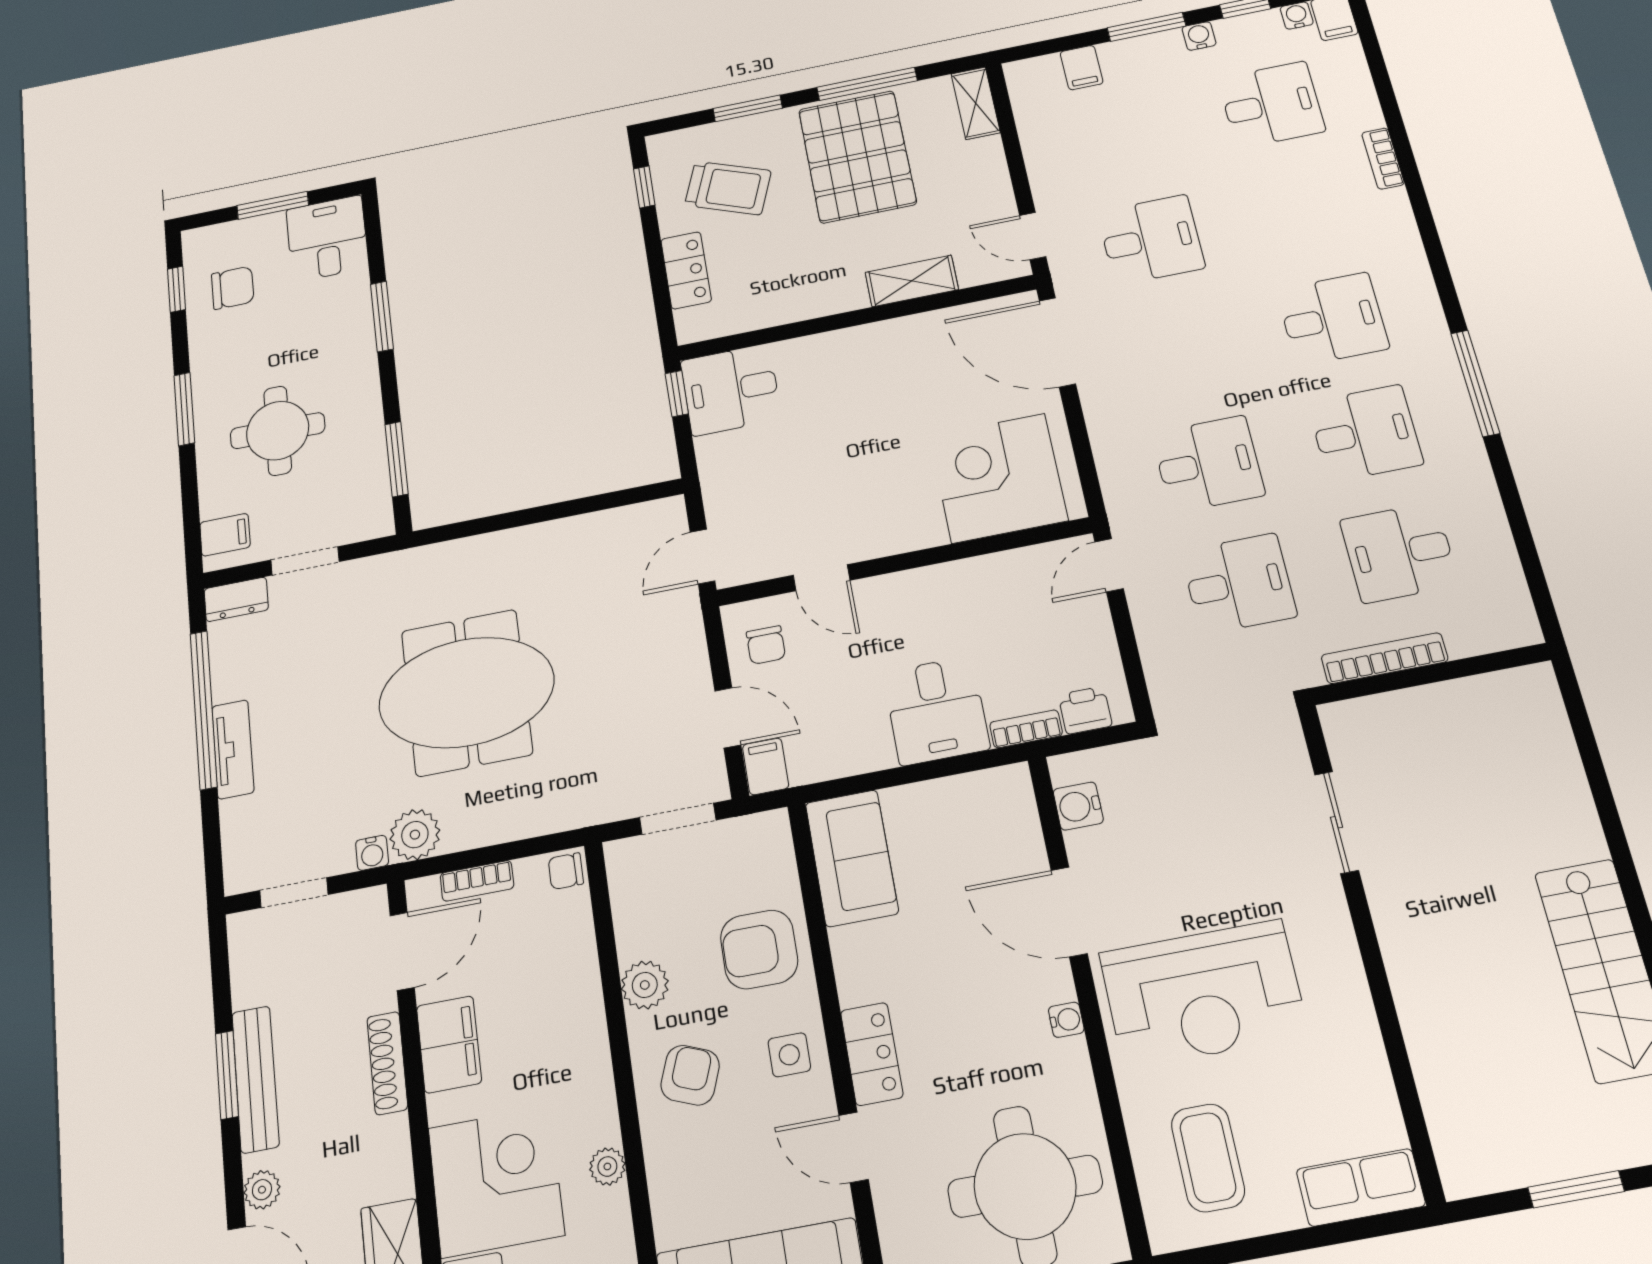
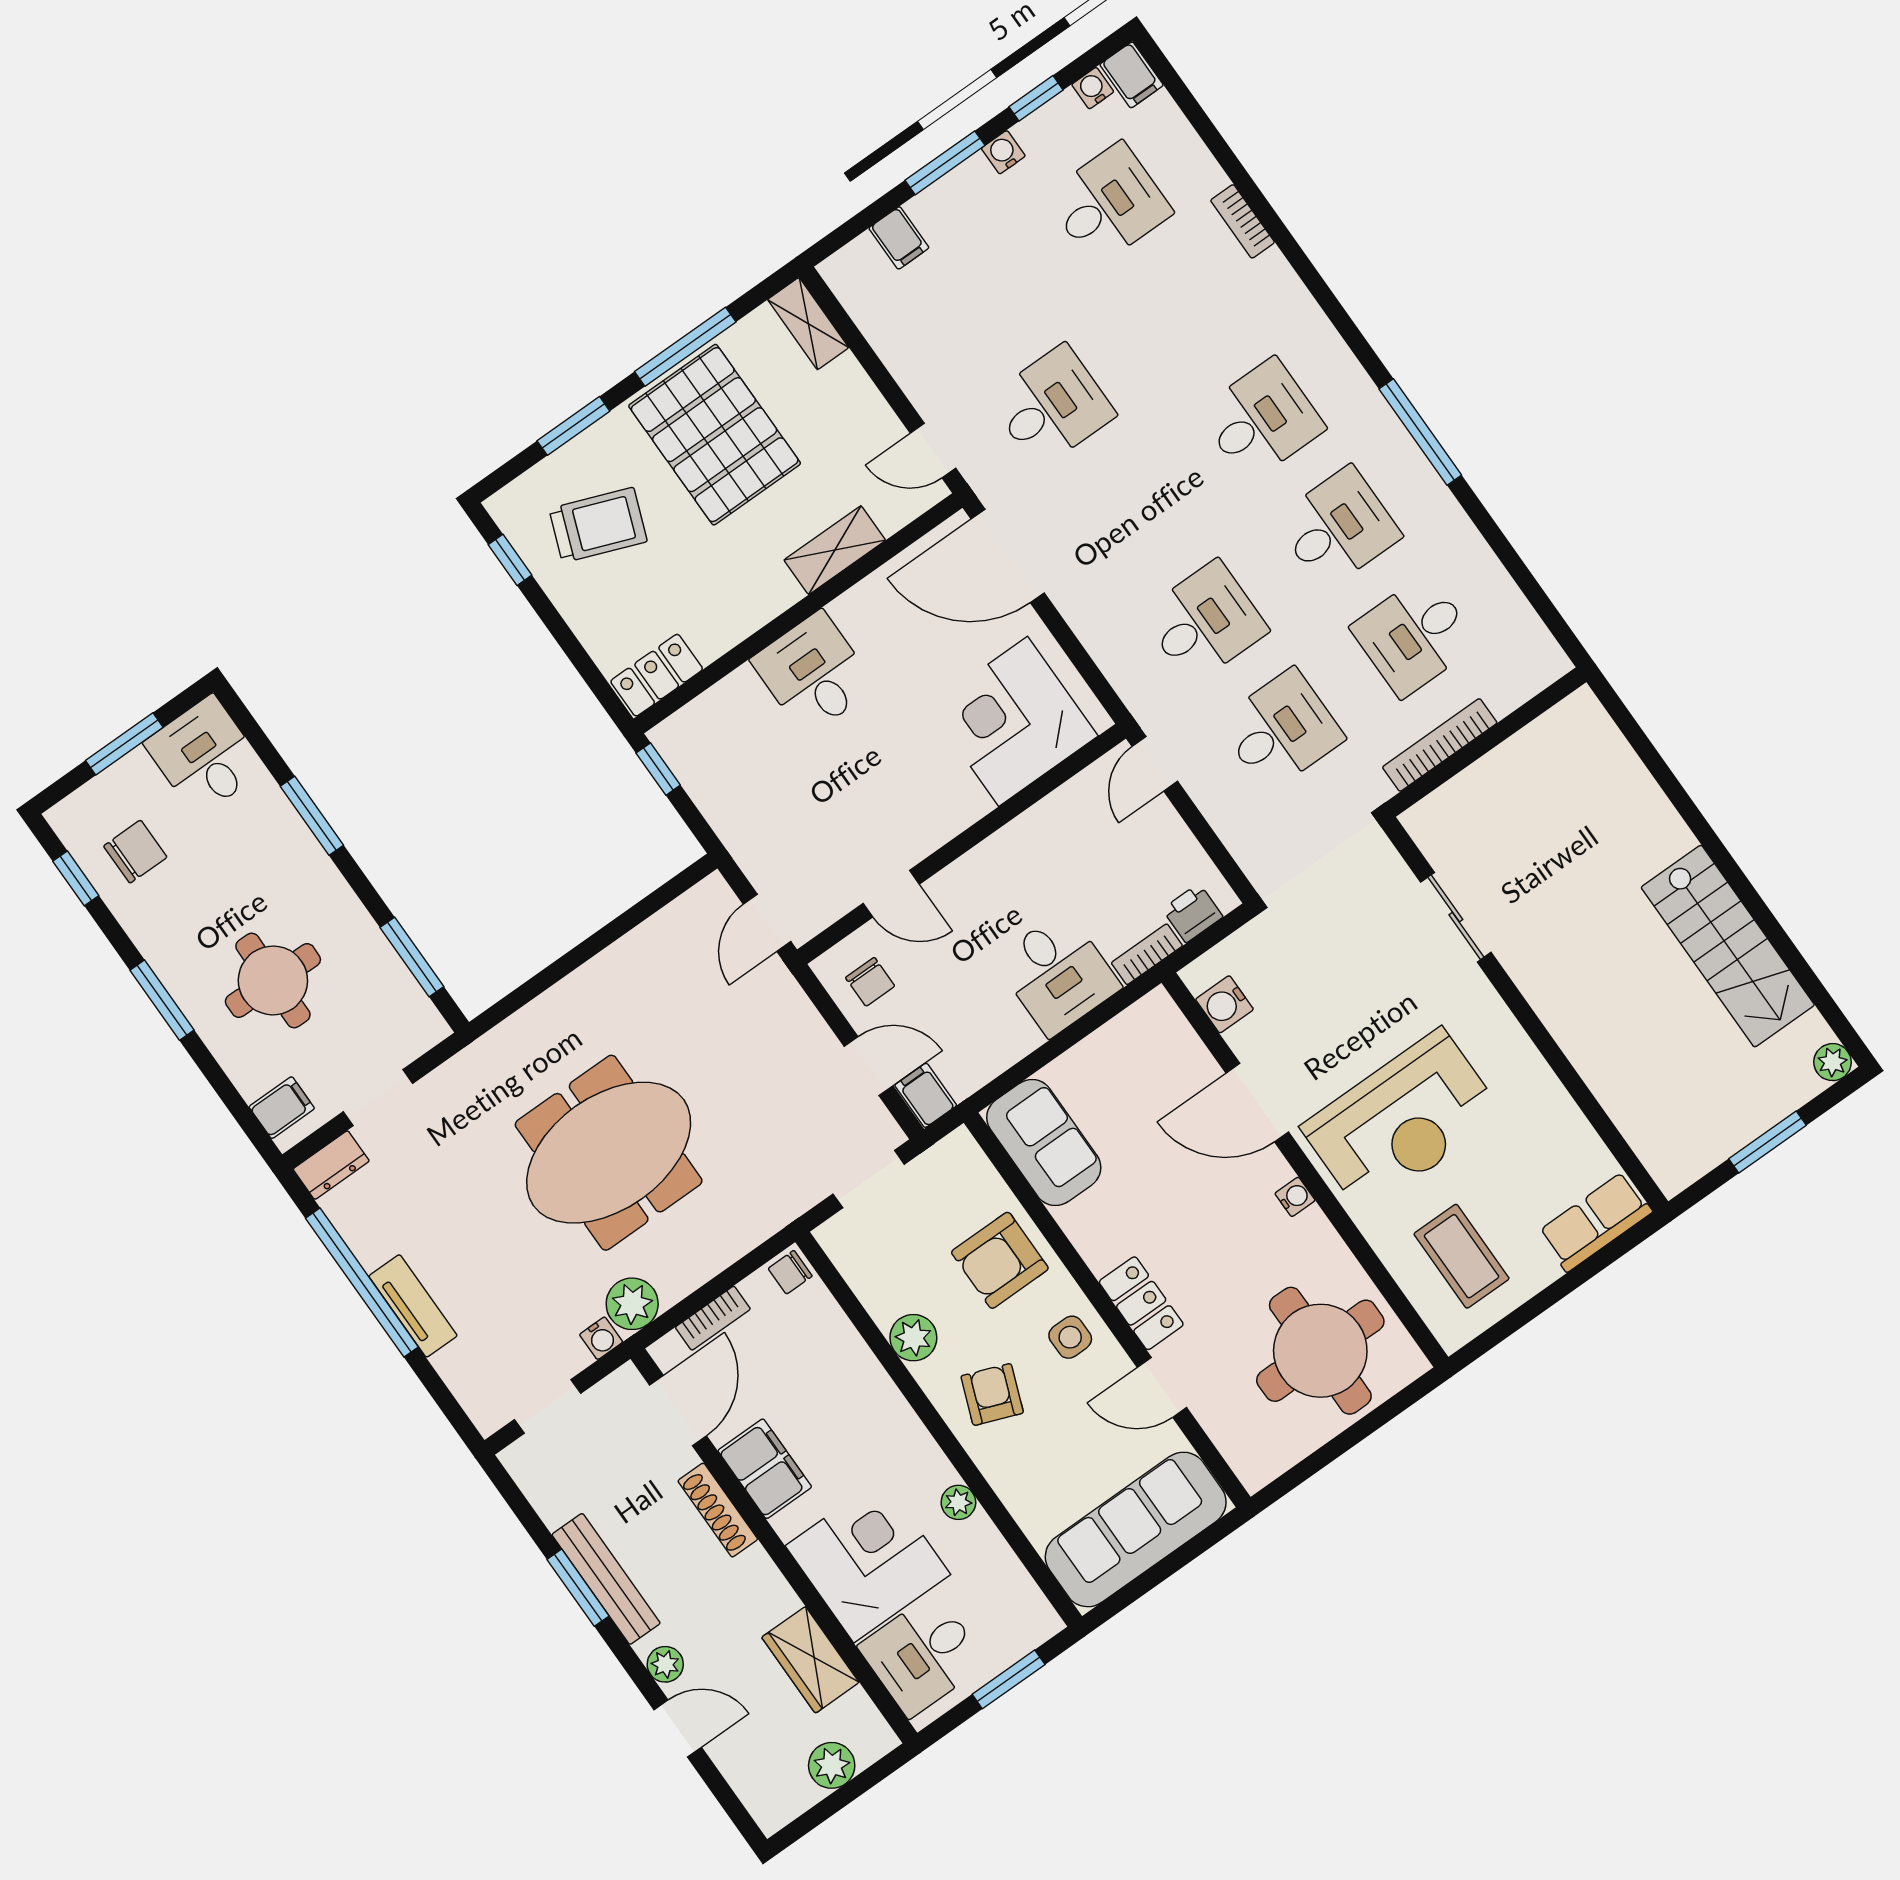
locker: (686, 270) -> (657, 675), moved, turned -90
desk: (731, 390) -> (813, 673), moved, turned 90

